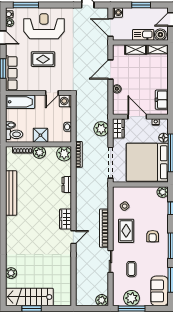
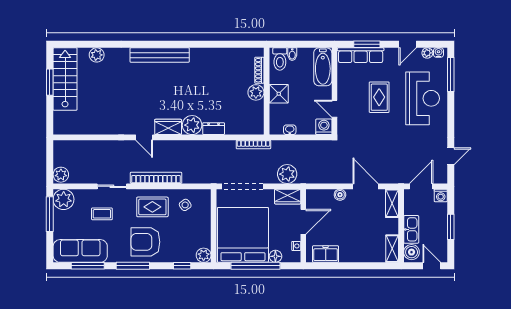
shelving: (136, 49) -> (392, 203), moved
plant: (64, 154) -> (192, 125), moved
bench: (11, 193) -> (160, 55), moved
armchair: (153, 236) -> (145, 242), width x1.88, depth x1.88
sofa: (159, 291) -> (80, 251), width x1.36
plant: (132, 298) -> (64, 199), moved

